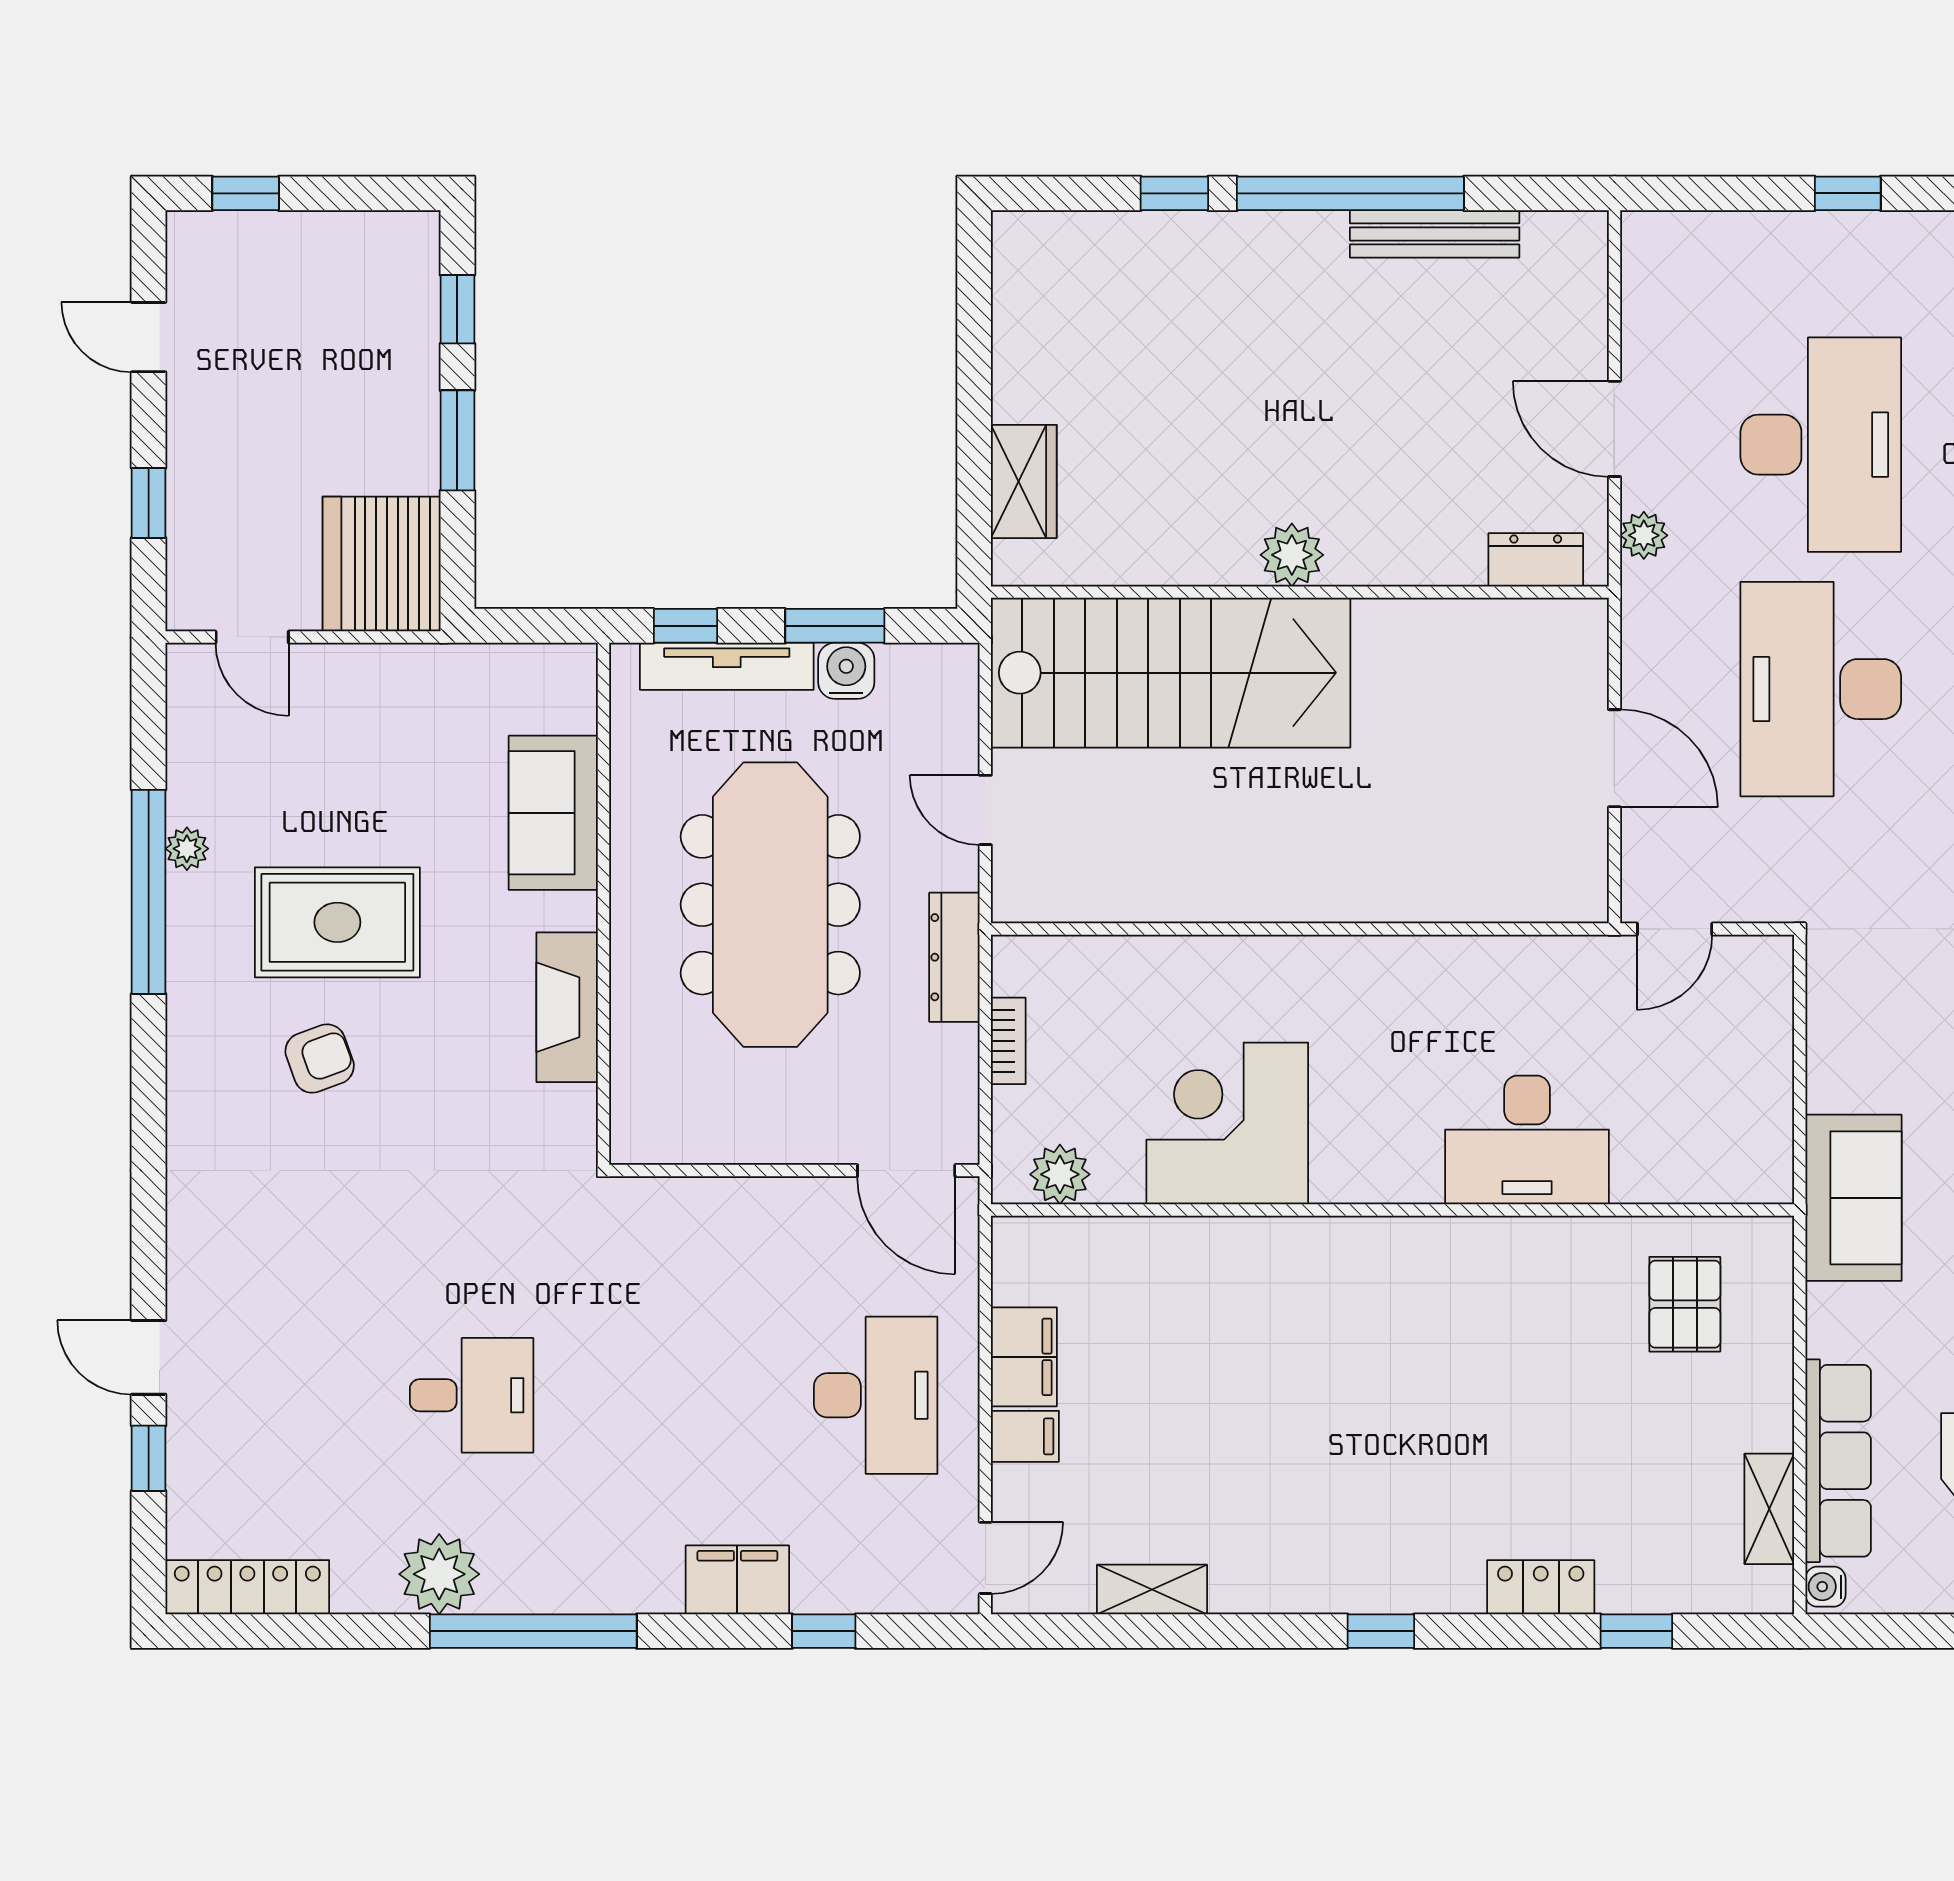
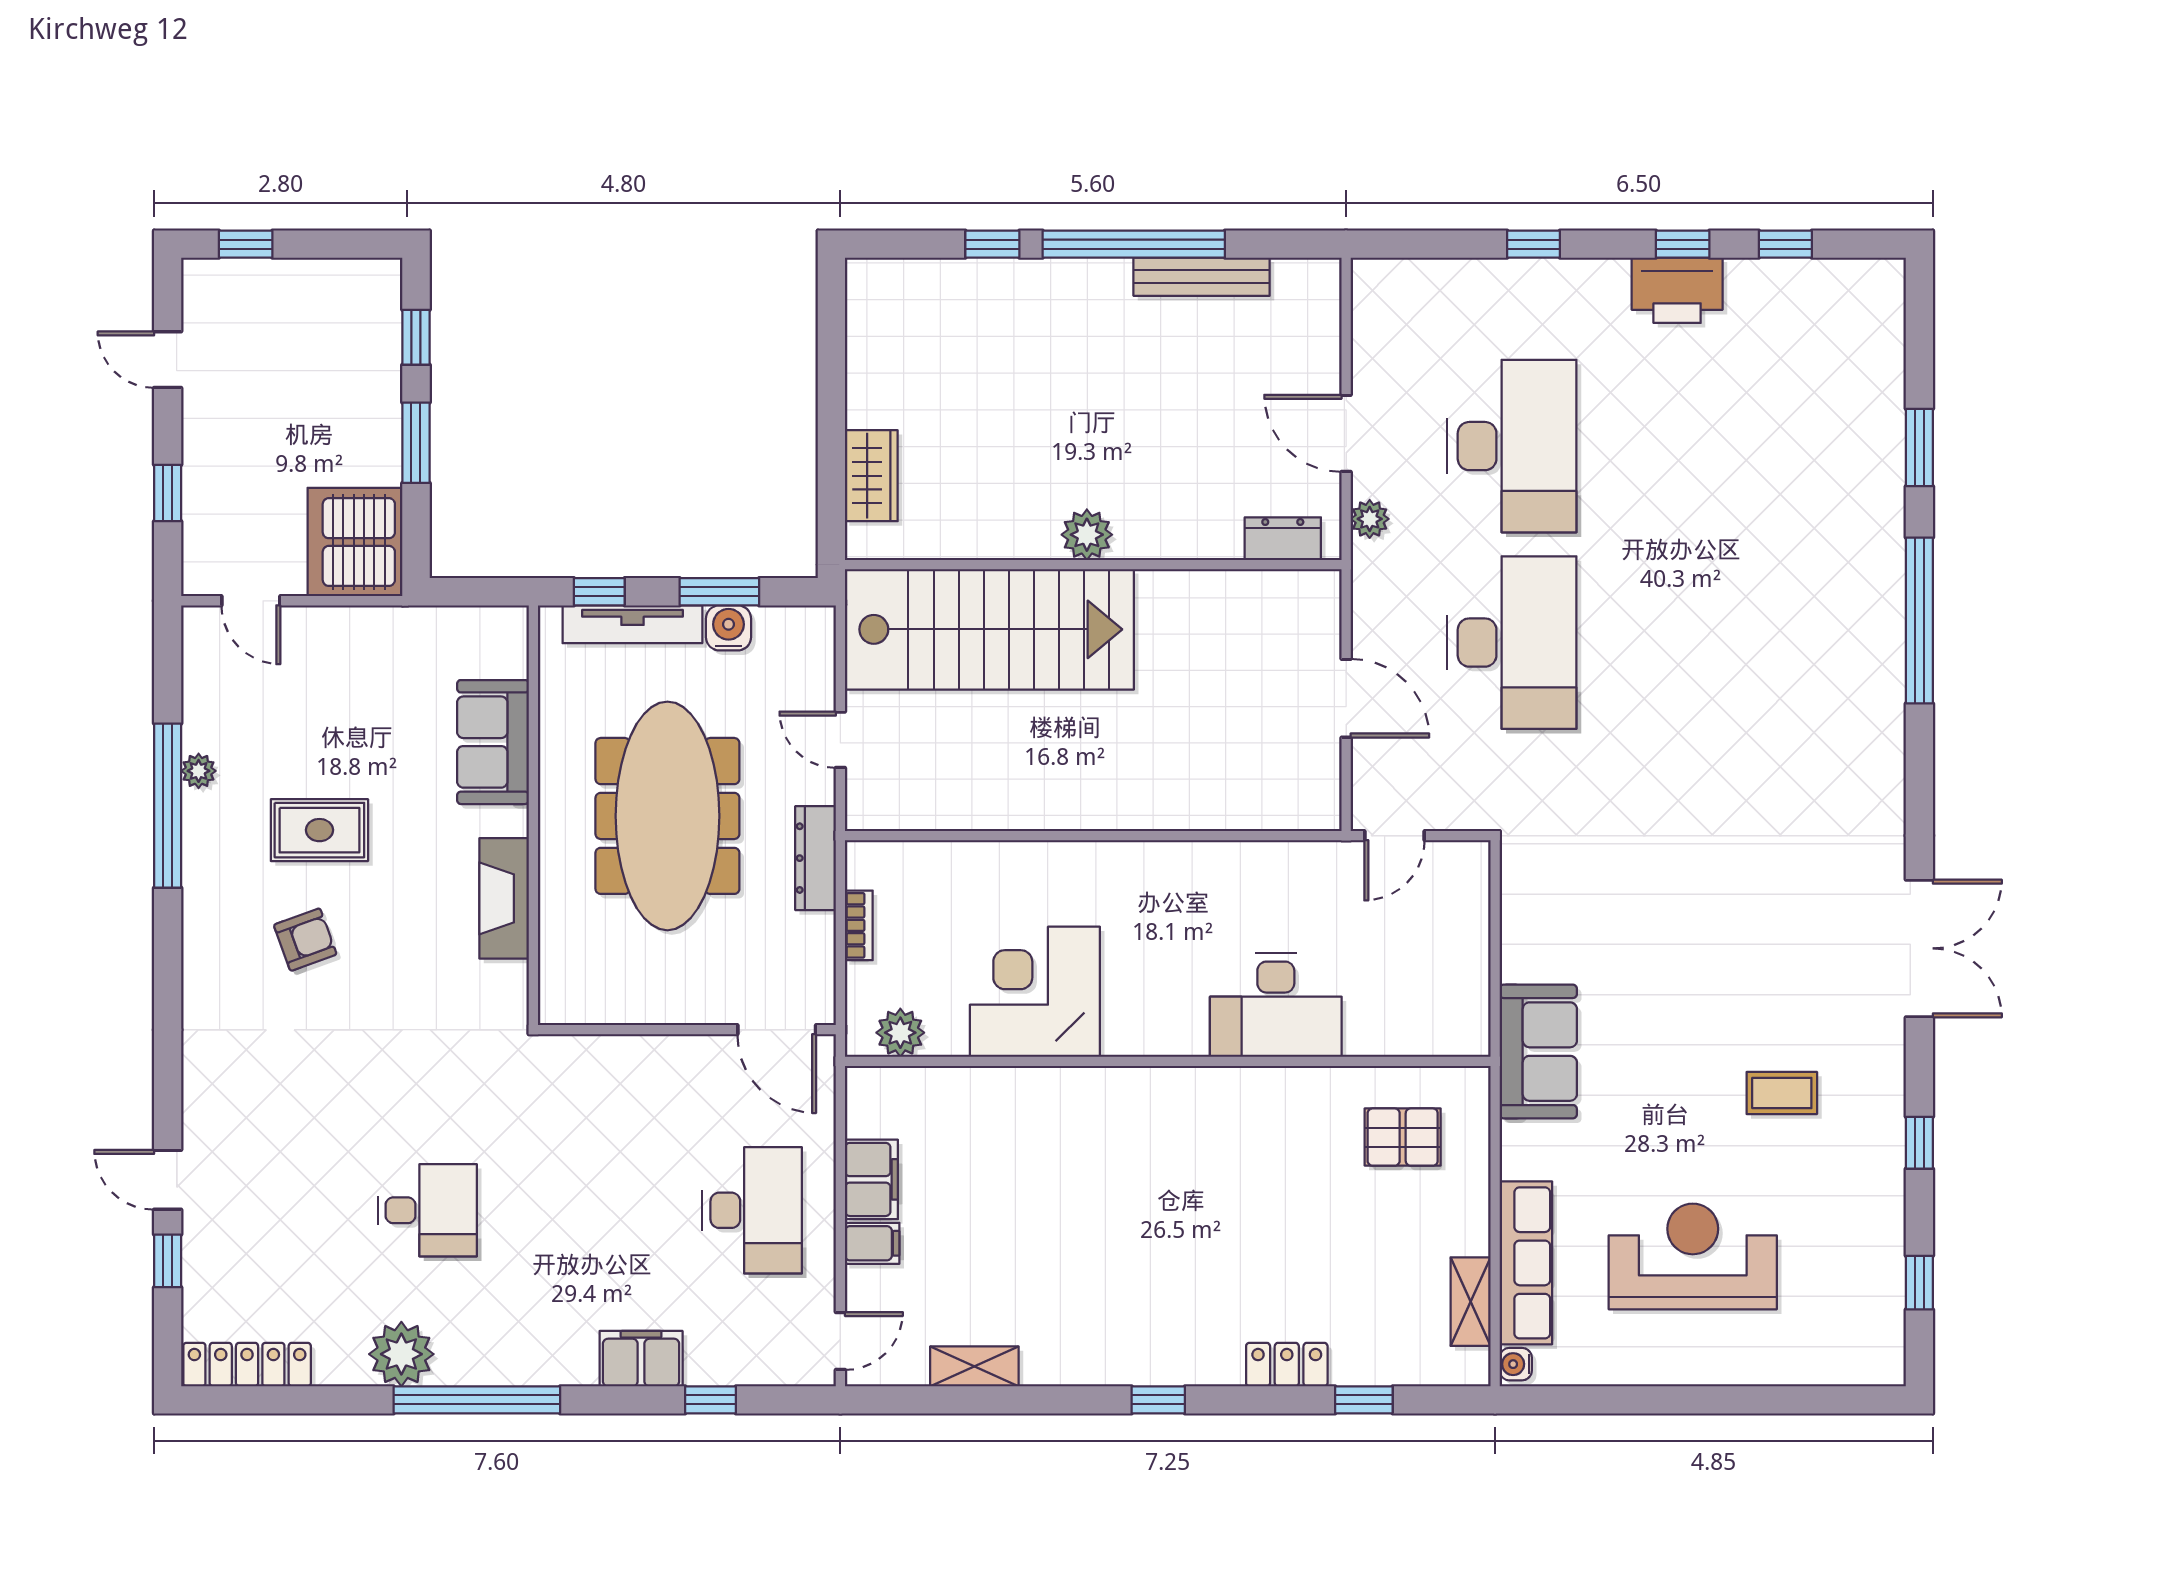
desk: (1821, 689) -> (1512, 643), turned 180
rug: (337, 922) -> (319, 830), width x0.73, depth x0.70
pallet: (1685, 1304) -> (1403, 1137), turned 90

